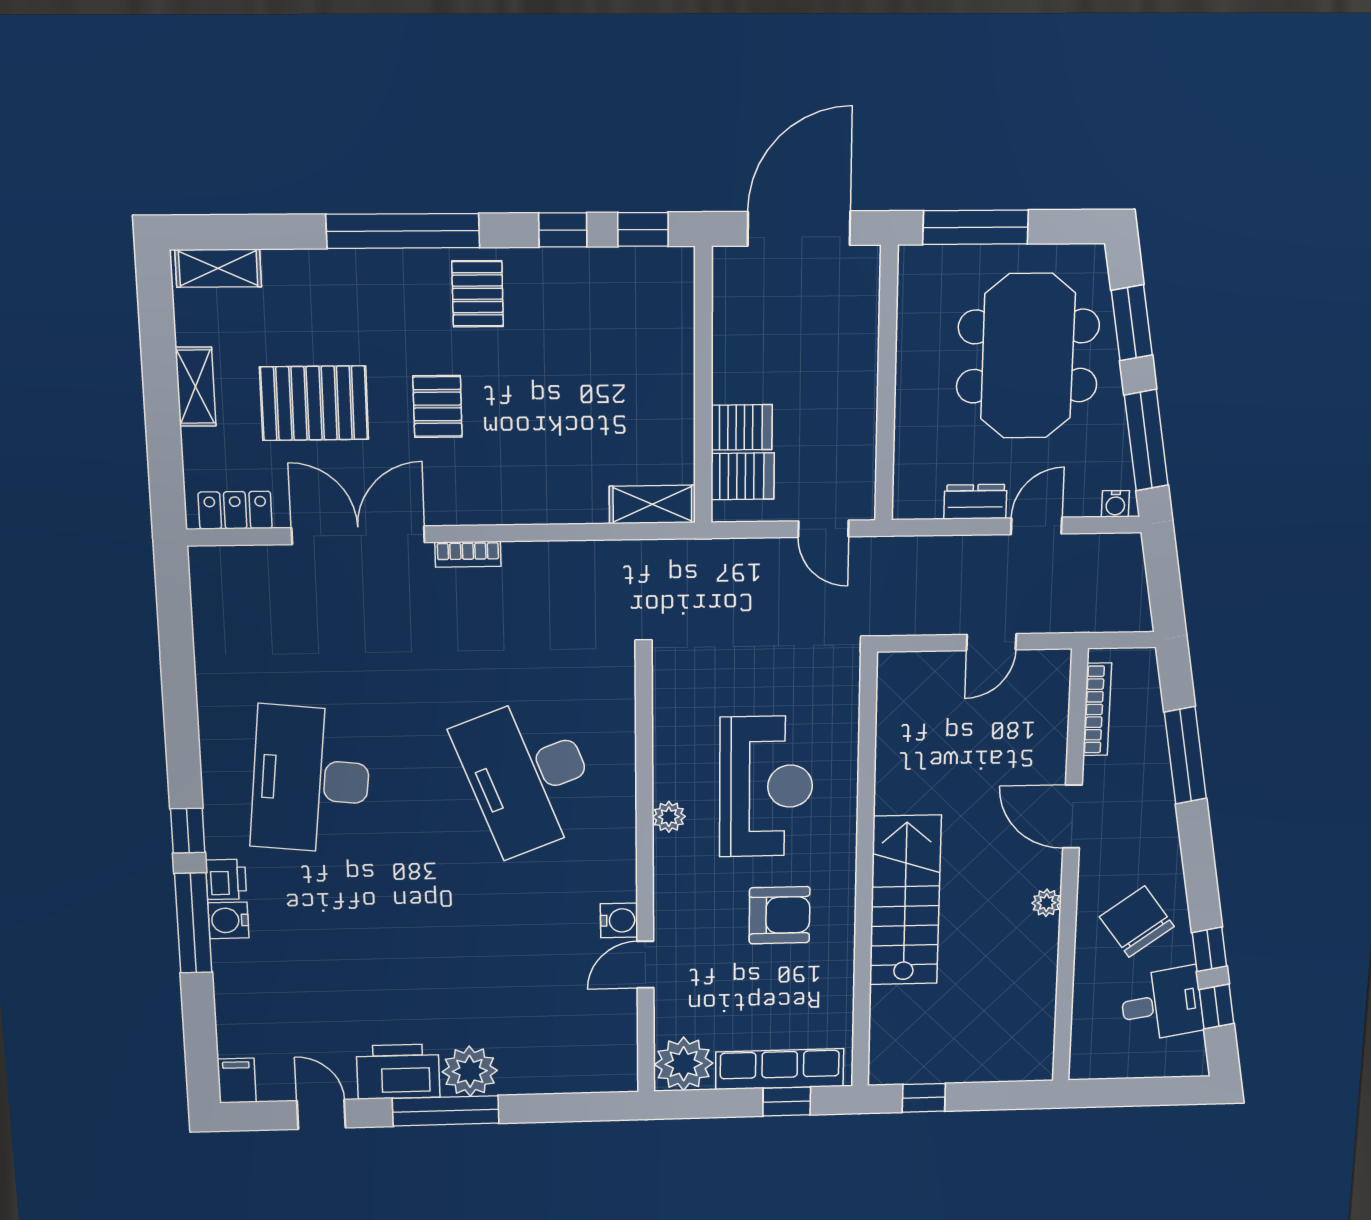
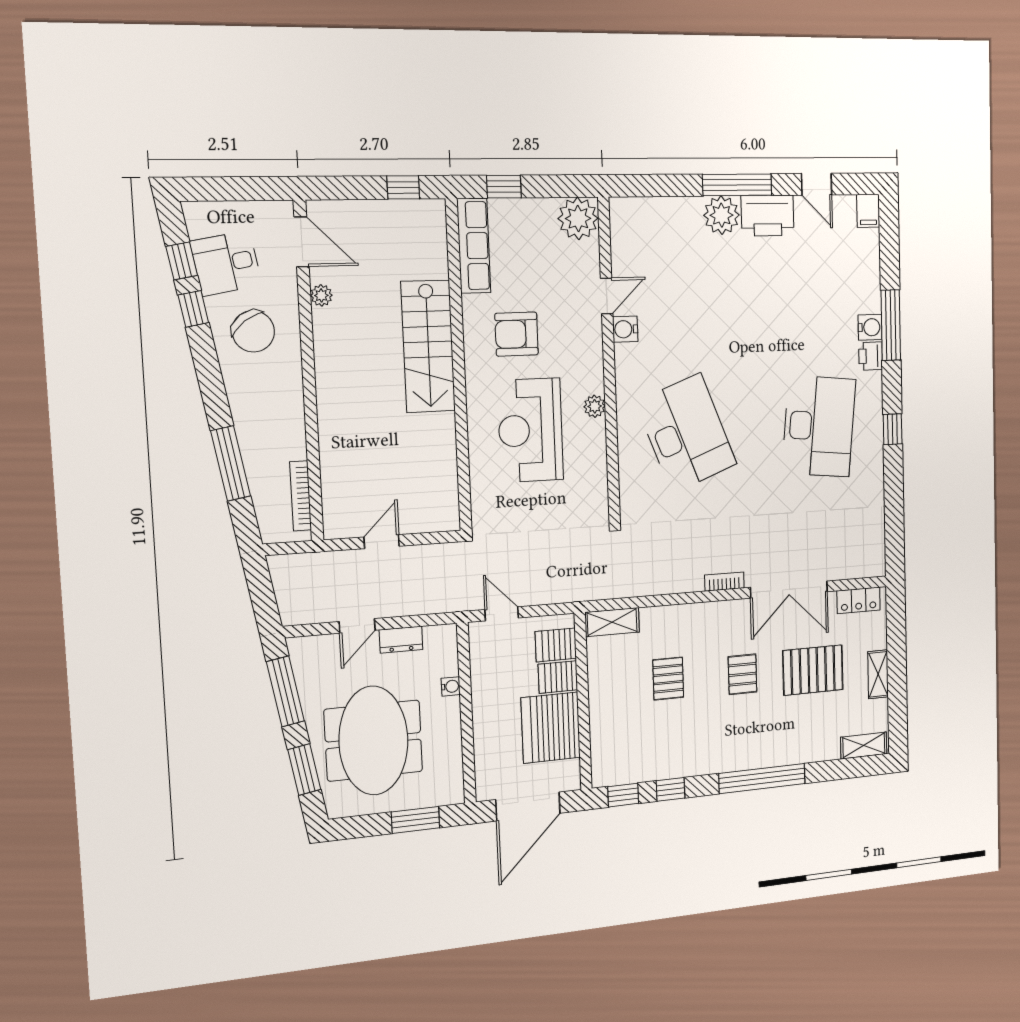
window: (976, 227) -> (415, 820), width x0.69
pallet: (478, 294) -> (668, 679), moved
server rack: (757, 350) -> (551, 728), added
water cooler: (1115, 504) -> (451, 686), moved, turned 90
door: (1072, 816) -> (302, 242), moved
window: (188, 831) -> (893, 429), moved
plant: (1046, 903) -> (321, 295), moved
row of seats: (780, 1069) -> (474, 246), moved, turned -90

